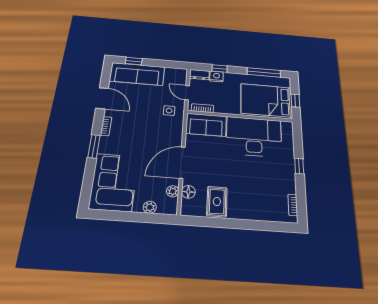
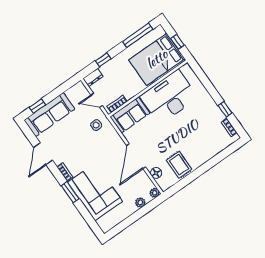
nightstand: (216, 76) -> (106, 69), removed
door: (102, 98) -> (43, 154), swing flipped
window: (299, 166) -> (225, 109), moved
corner sofa: (114, 182) -> (95, 192), moved
plant: (173, 191) -> (154, 193), moved

